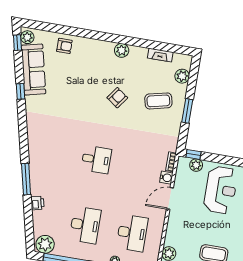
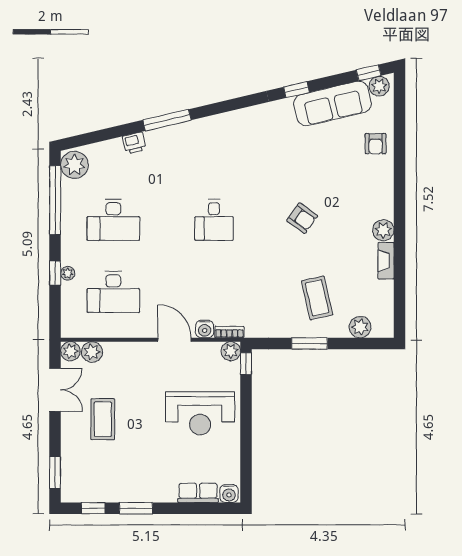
fireplace: (160, 55) -> (386, 261), moved
armchair: (117, 98) -> (302, 218), moved
plant: (196, 165) -> (231, 351), moved

